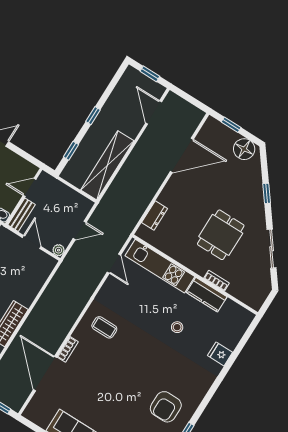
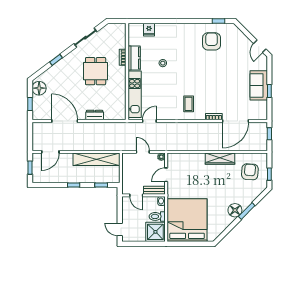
dresser: (155, 215) -> (95, 115), moved
dining table: (221, 235) -> (96, 71), turned 90
fridge: (220, 354) -> (149, 30), moved
armchair: (166, 407) -> (212, 41), turned -90

